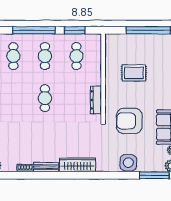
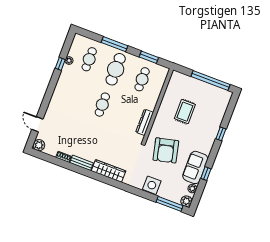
window: (34, 30) -> (115, 44), width x0.68
cafe table: (45, 56) -> (116, 69), width x1.37, depth x1.35
rug: (134, 73) -> (185, 112), turned 90
armchair: (129, 121) -> (166, 150), turned -103

